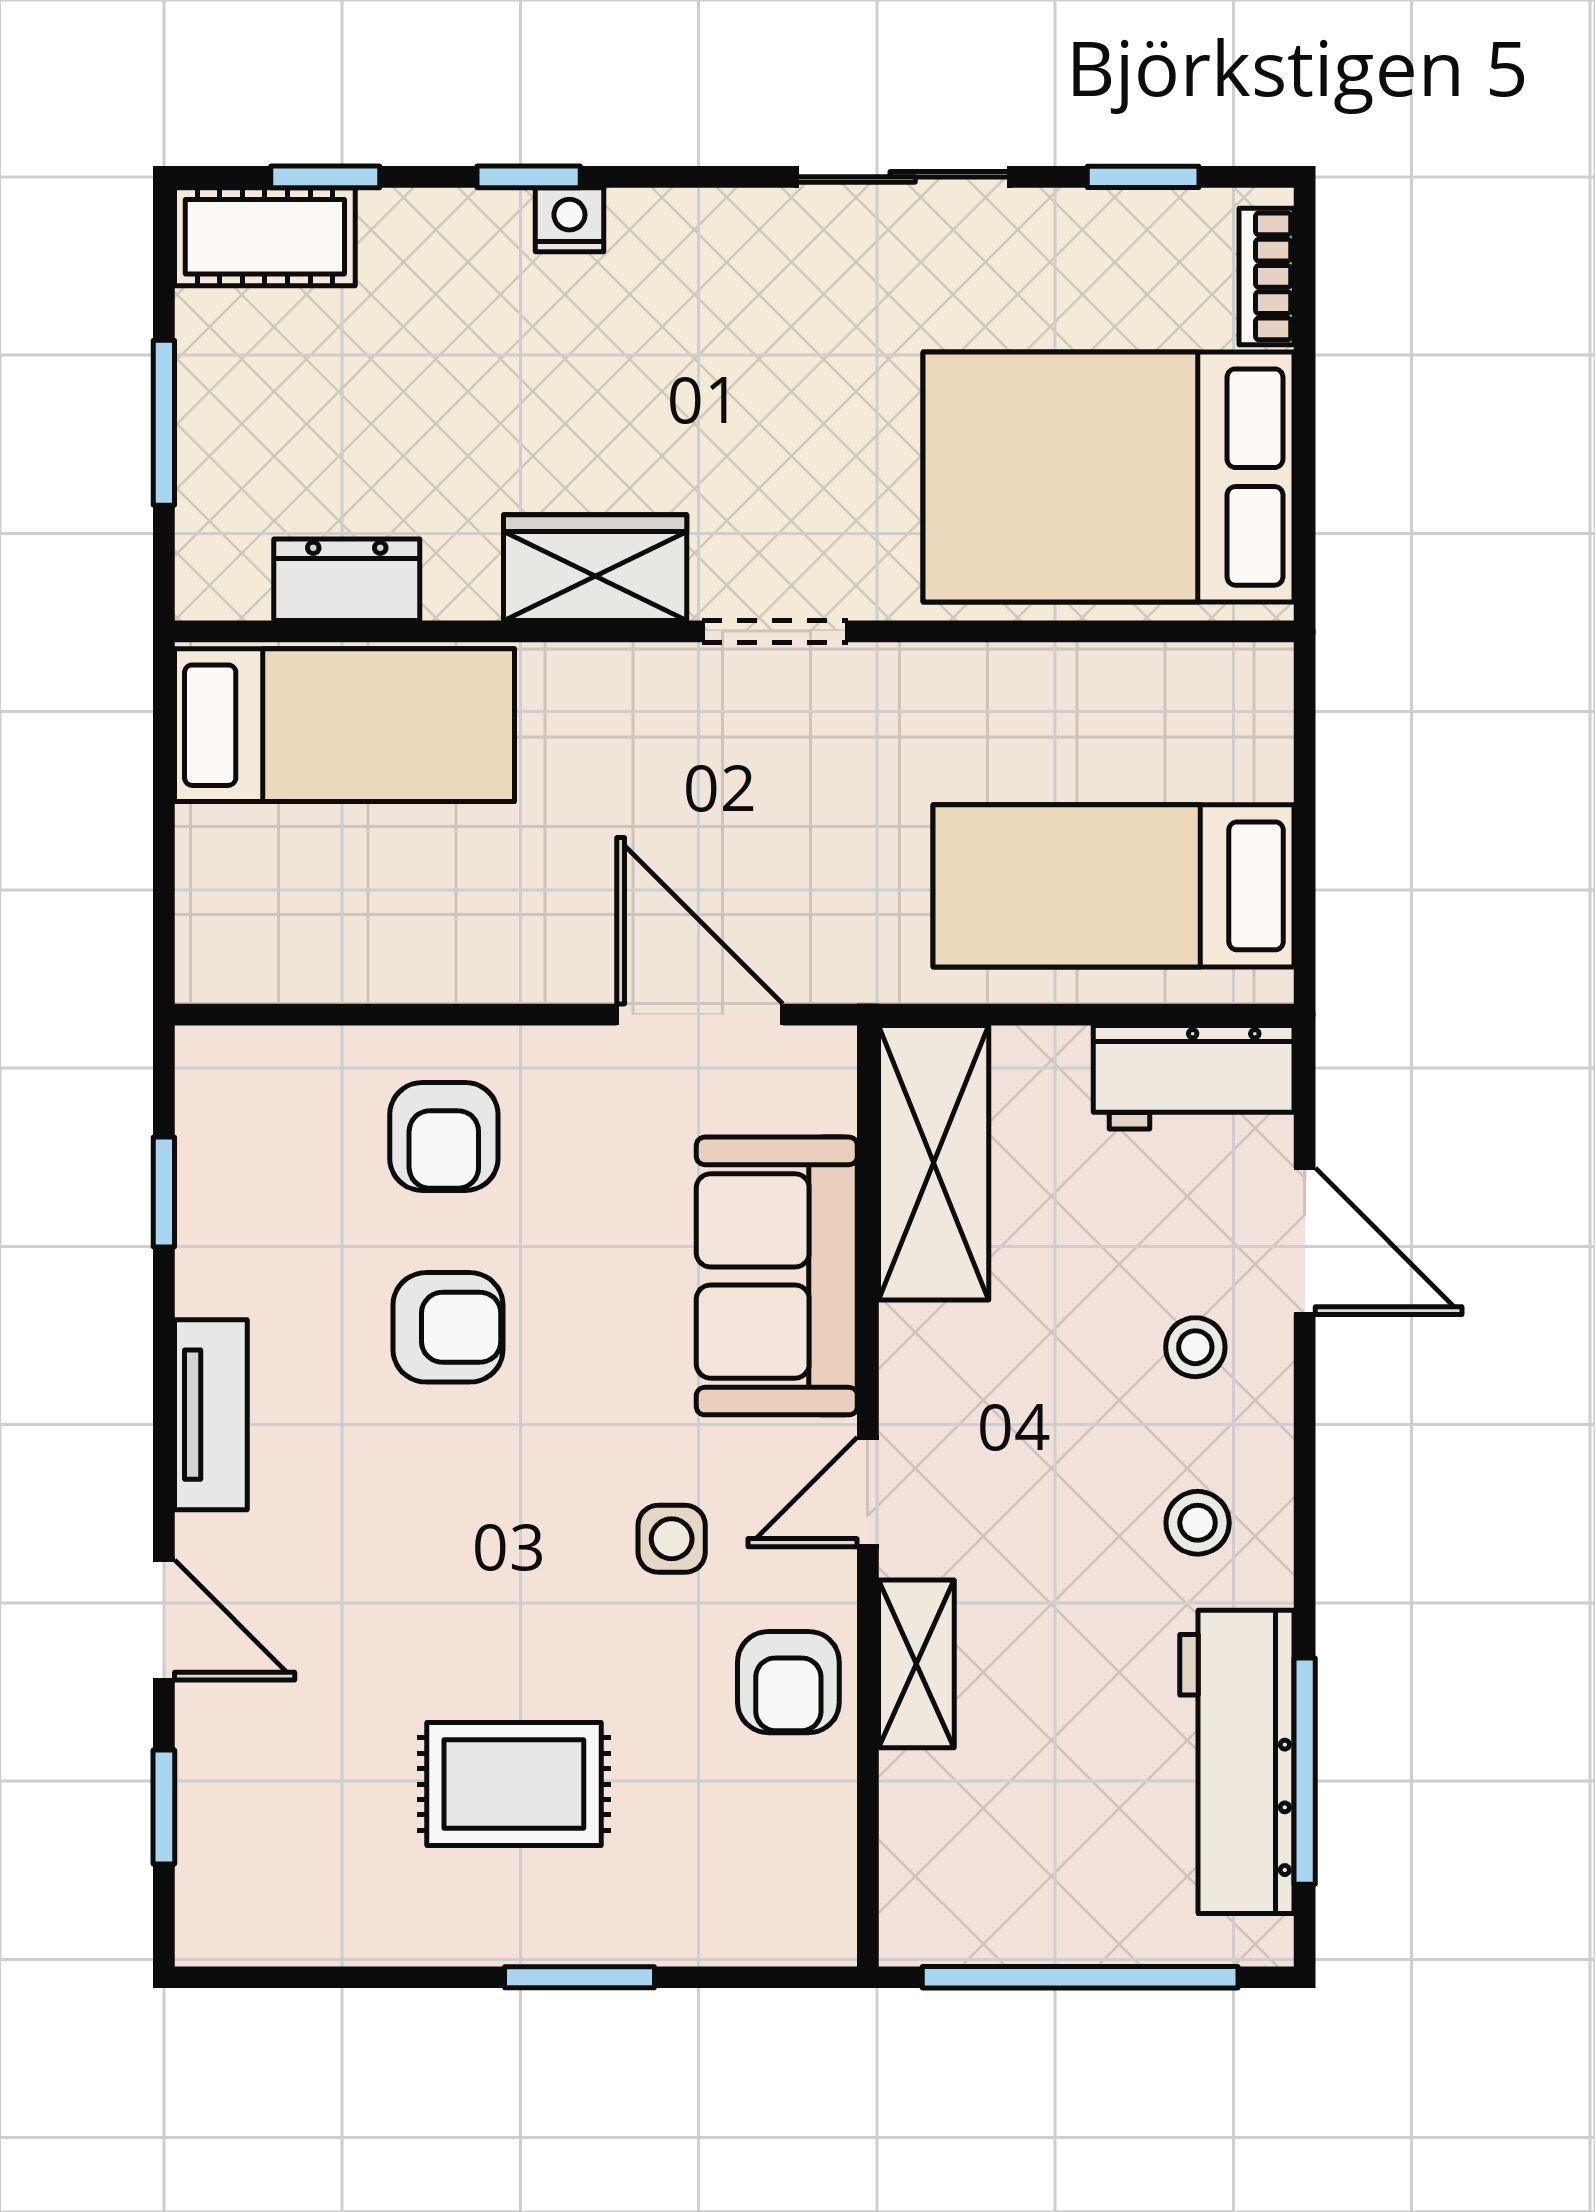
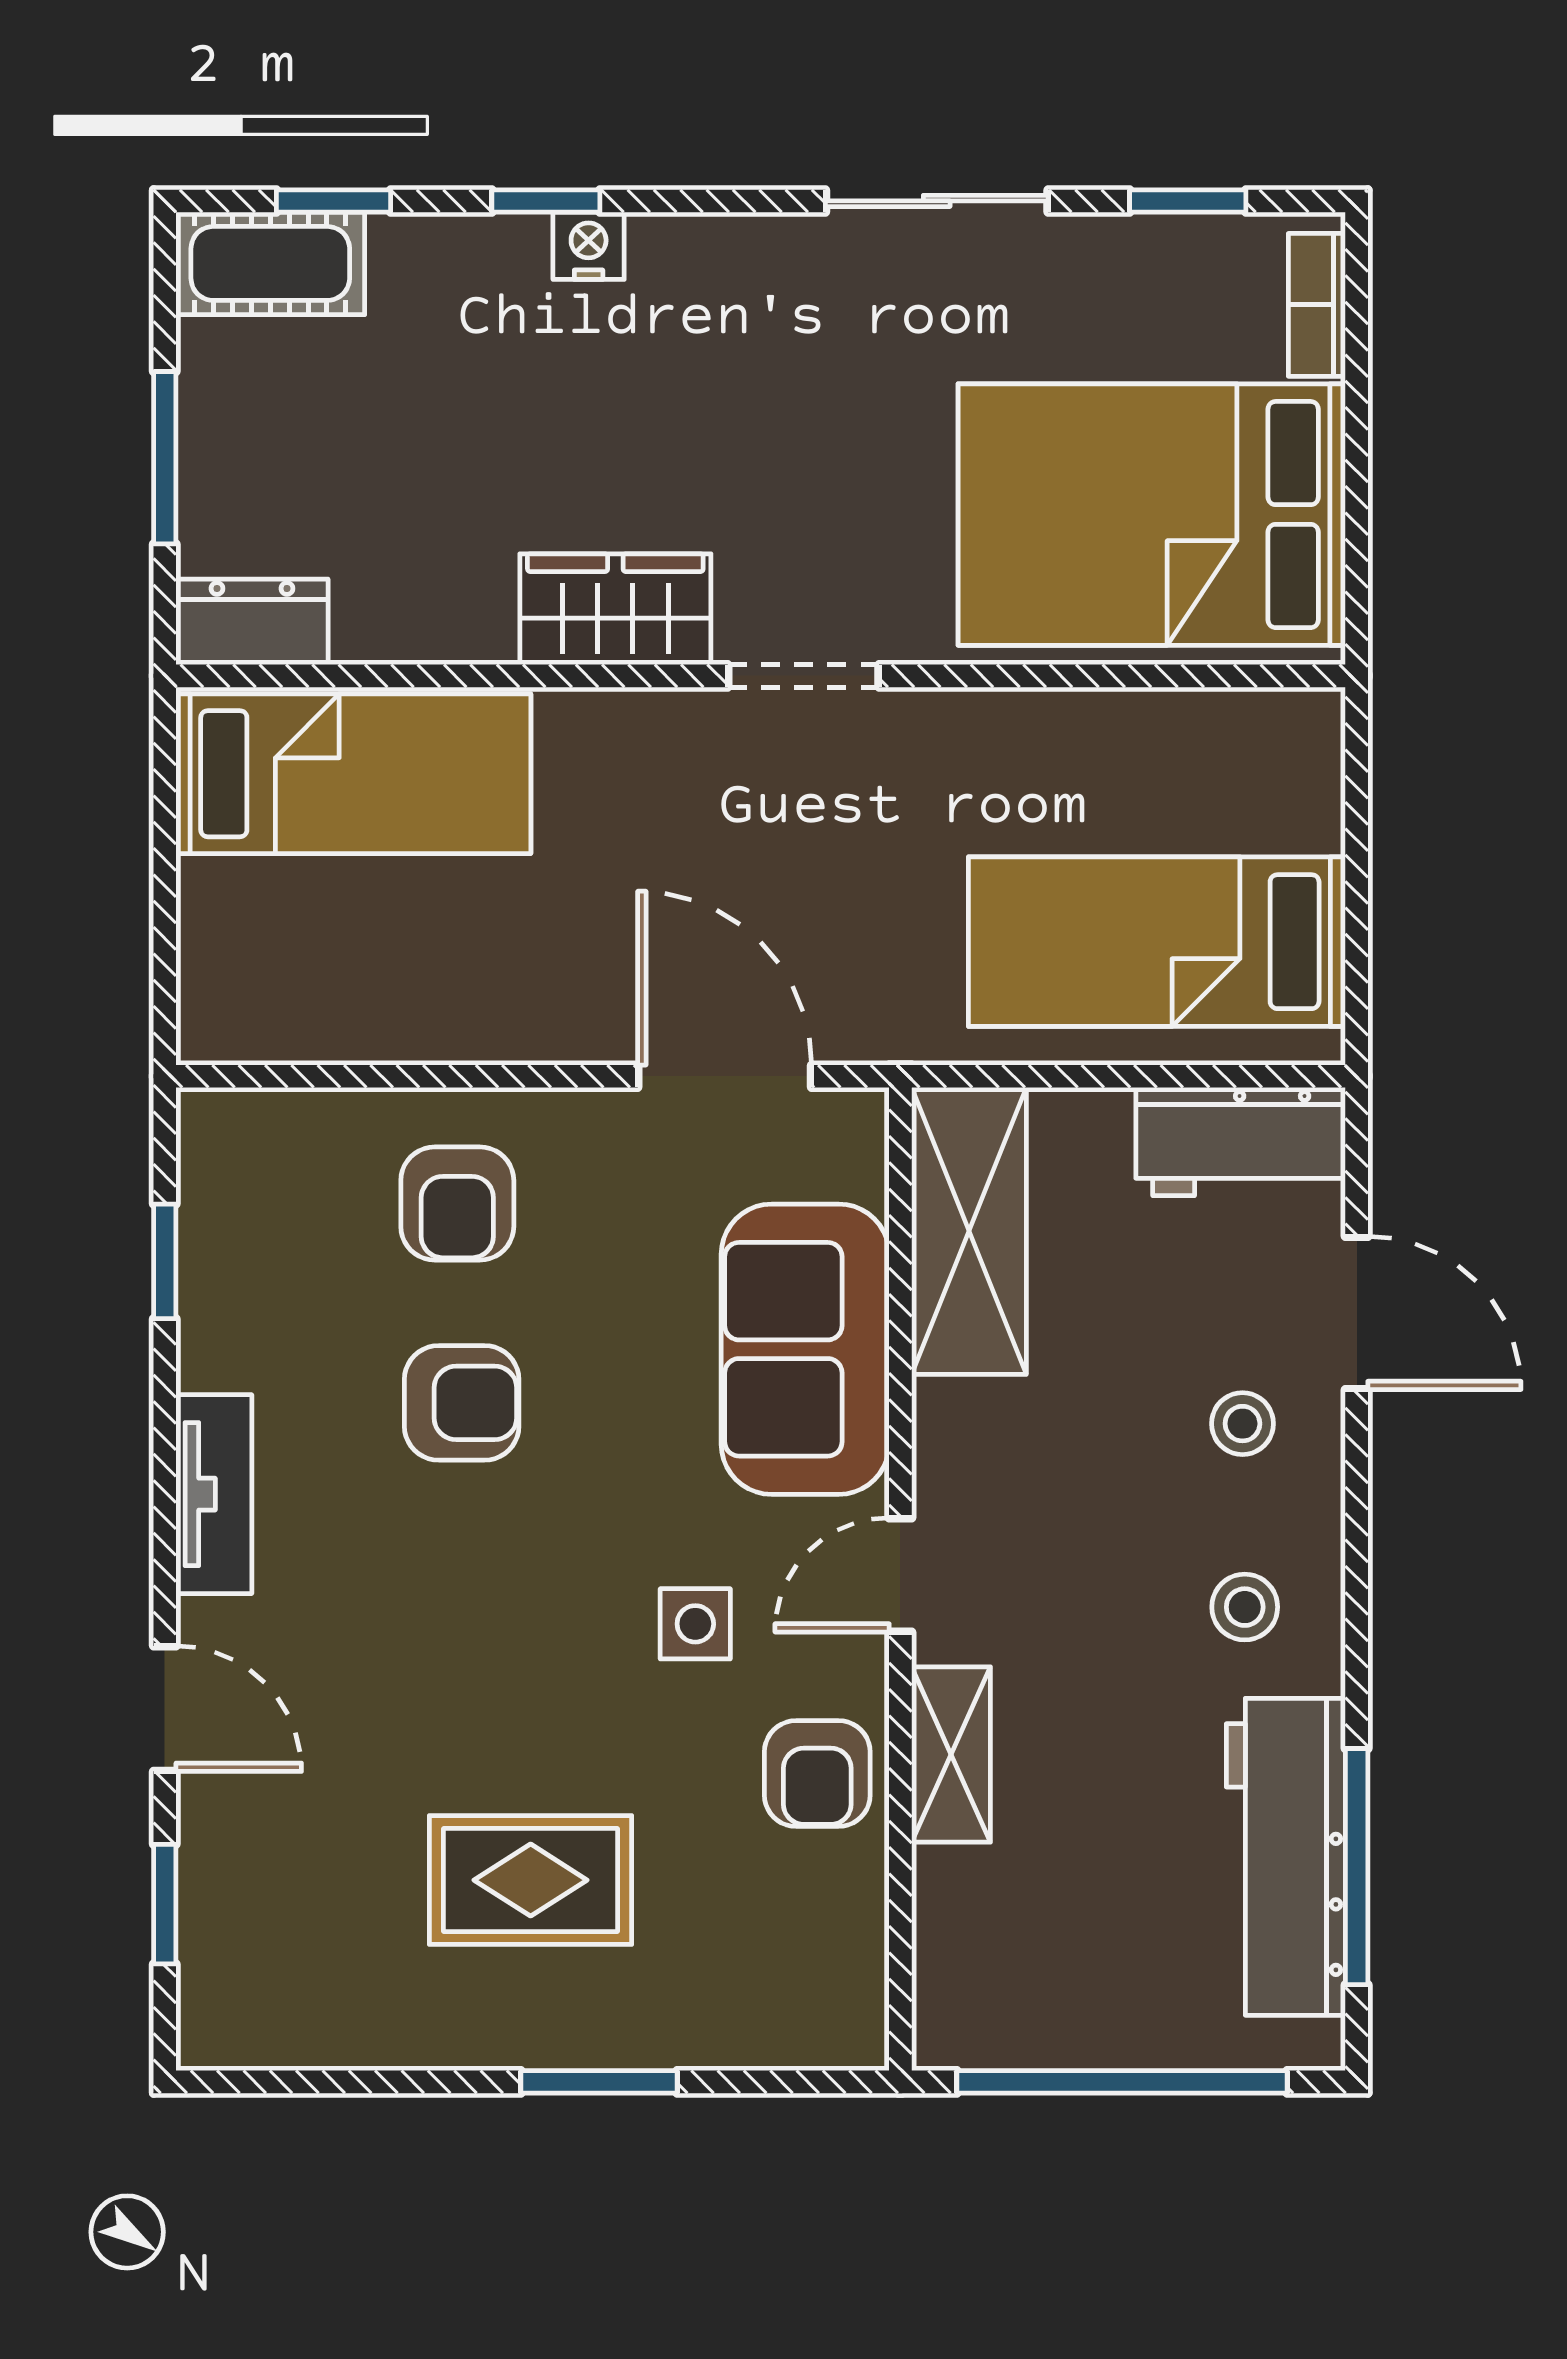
dresser: (347, 580) -> (252, 622), moved

